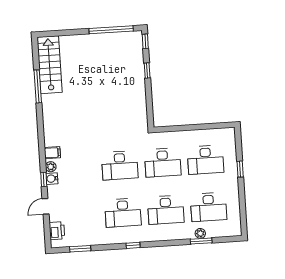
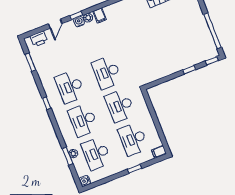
filing cabinet: (230, 135) -> (159, 152), added
door: (46, 206) -> (55, 24), swing flipped
water cooler: (236, 230) -> (85, 181), added

